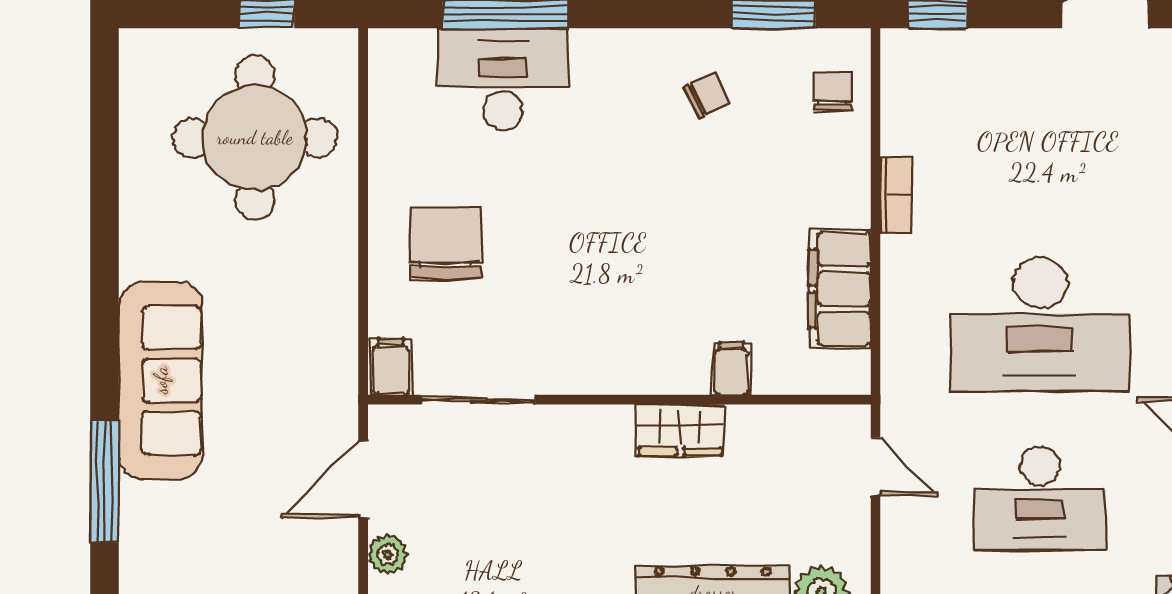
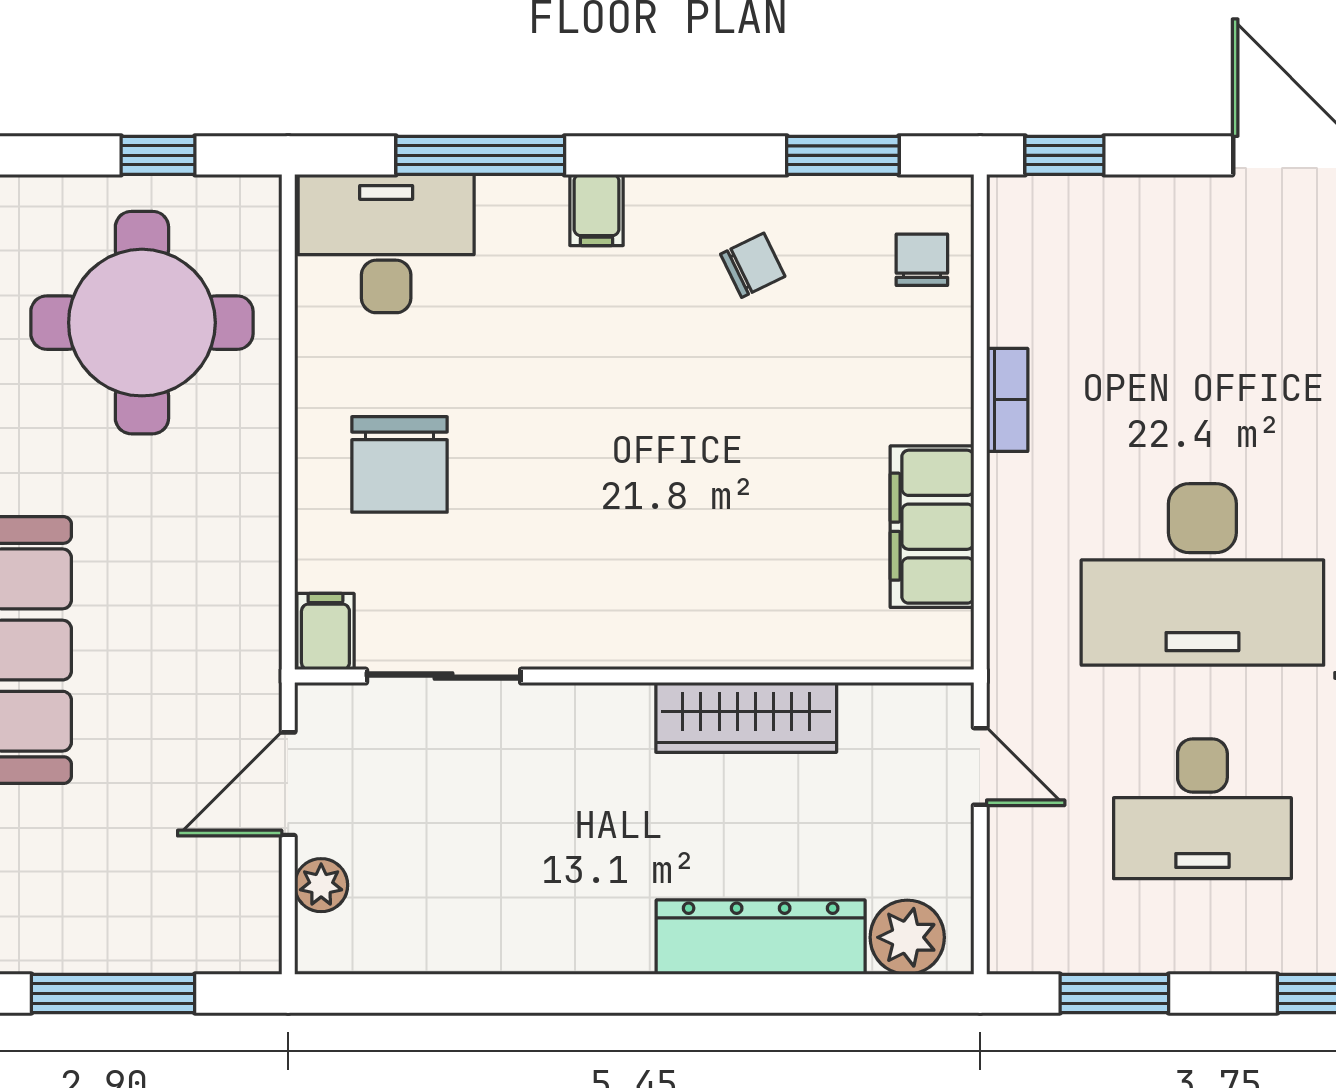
desk: (503, 79) -> (386, 244), moved
chair: (446, 243) -> (400, 464), turned 180
filing cabinet: (732, 369) -> (597, 210), moved, turned 180
wardrobe: (680, 430) -> (746, 717), width x1.50

